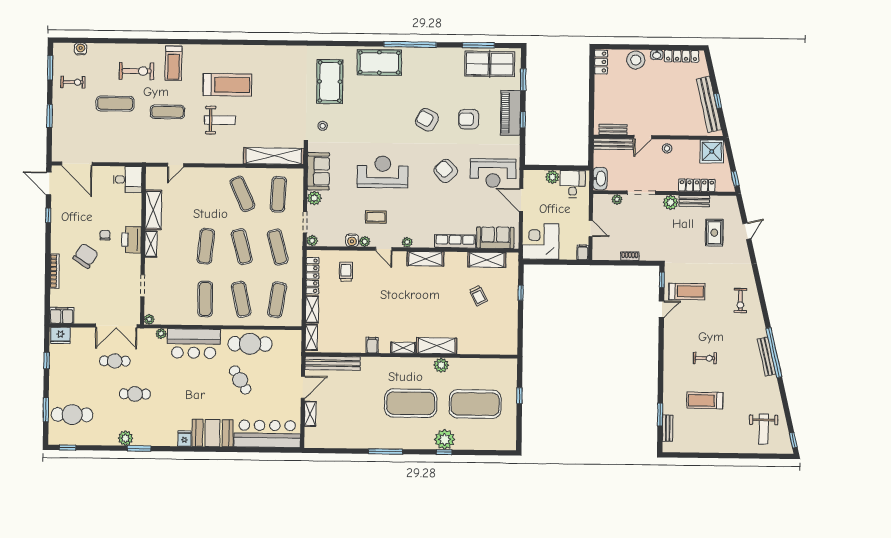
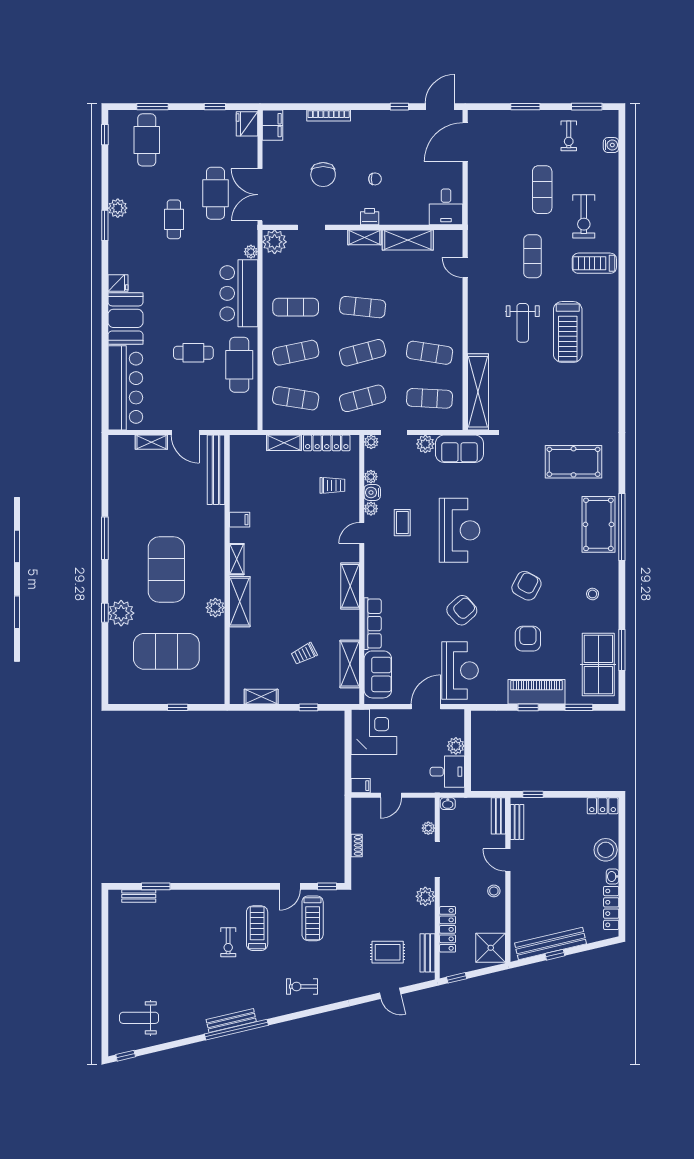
window: (410, 44) -> (622, 527), moved
window: (591, 117) -> (533, 794), added
stool: (323, 126) -> (593, 594), moved
bench: (613, 144) -> (498, 816), width x0.73
reception desk: (493, 173) -> (460, 670), turned 180
washbasin: (600, 179) -> (448, 804), width x0.52, depth x0.69
exercise mat: (242, 194) -> (430, 353), turned 33
bench: (694, 201) -> (427, 953), moved
printer: (132, 240) -> (370, 217), width x0.53, depth x0.68
plant: (407, 242) -> (371, 477), moved
chair: (86, 256) -> (323, 175), moved, turned 57
door: (661, 309) -> (290, 886), hinge flipped
plant: (149, 319) -> (275, 242), width x1.87, depth x1.87
shelving: (311, 337) -> (261, 697), moved
cafe table: (115, 361) -> (215, 193), width x1.37, depth x1.35
cafe table: (240, 380) -> (193, 353), turned 32
treadmill: (705, 400) -> (257, 928), moved
exercise mat: (475, 404) -> (166, 651), turned 90

